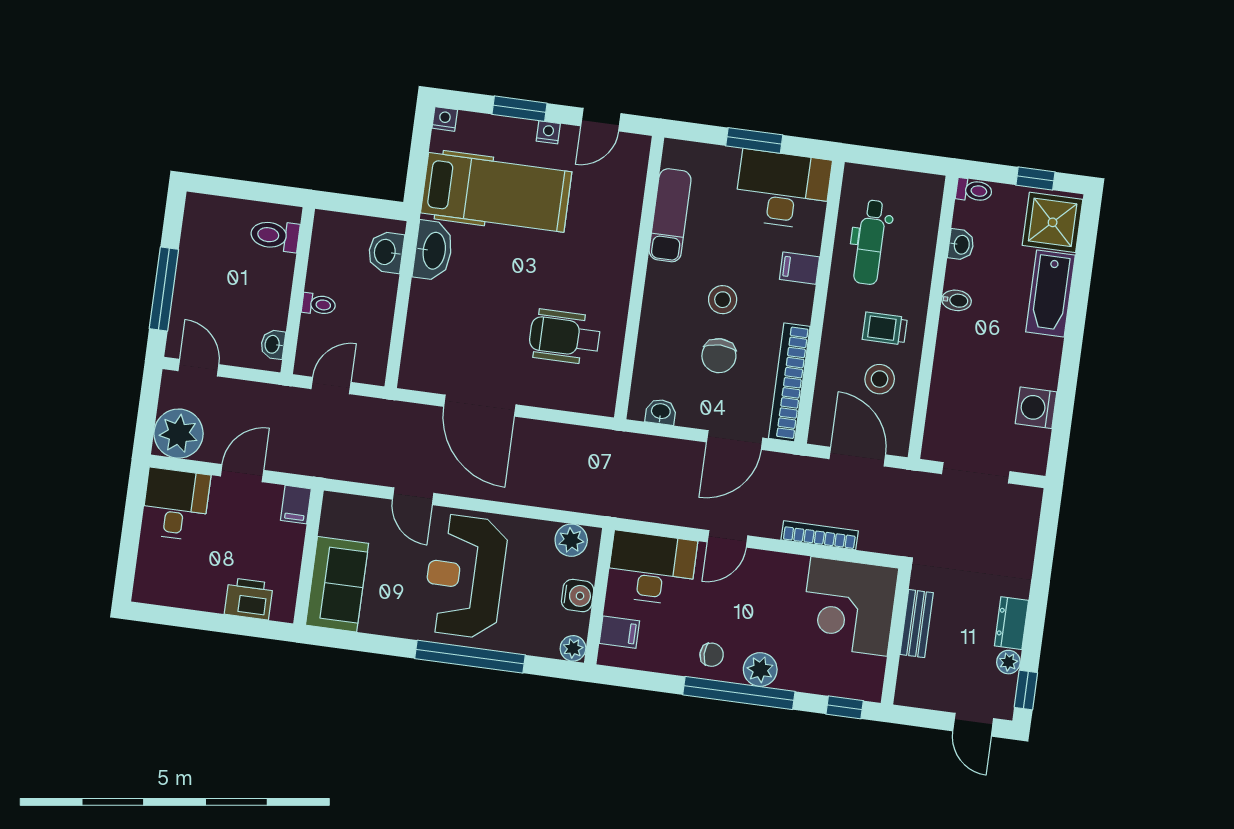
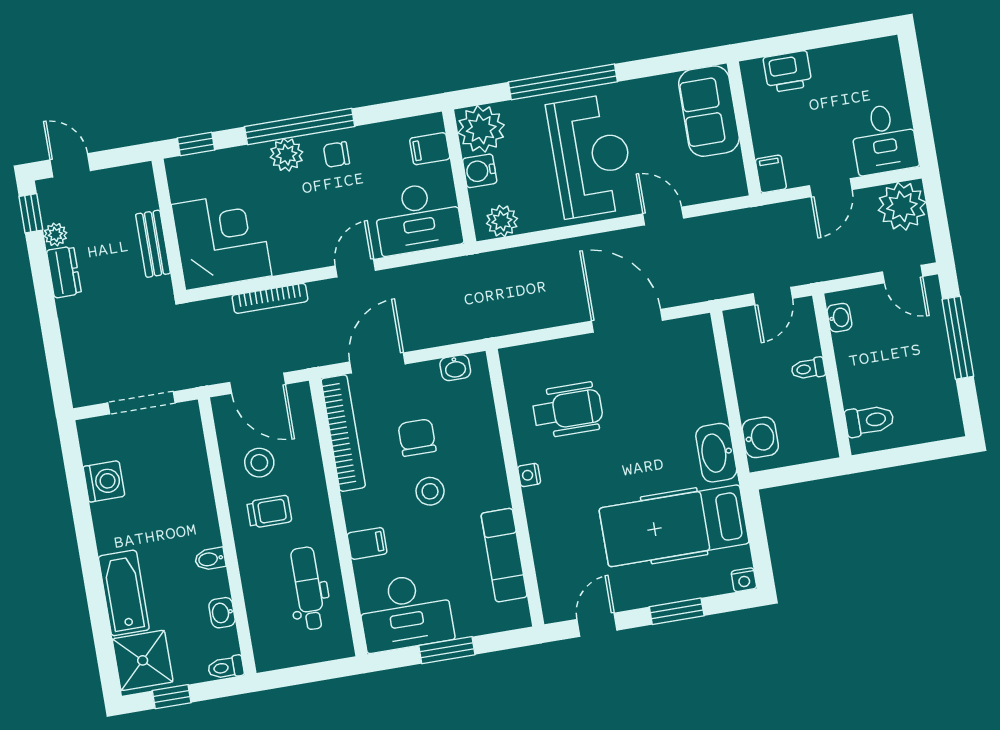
nightstand: (548, 132) -> (529, 475), moved, turned 90
plant: (573, 648) -> (481, 129), width x1.87, depth x1.87

